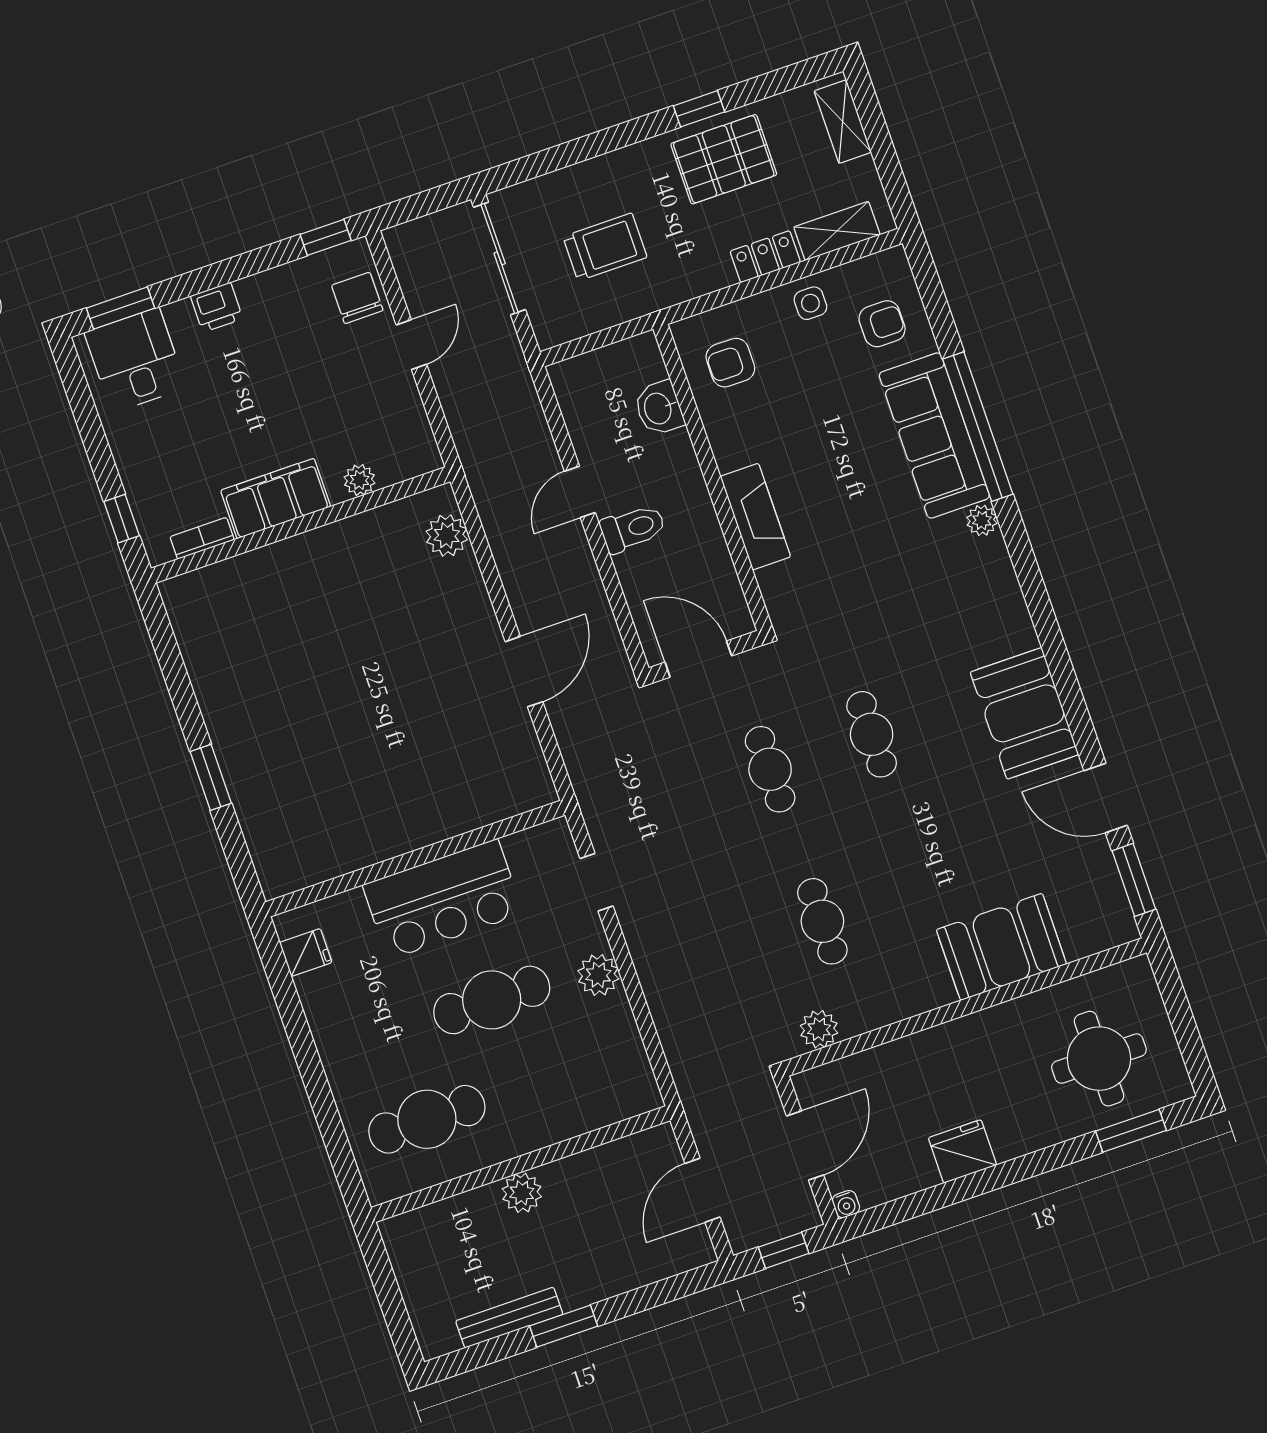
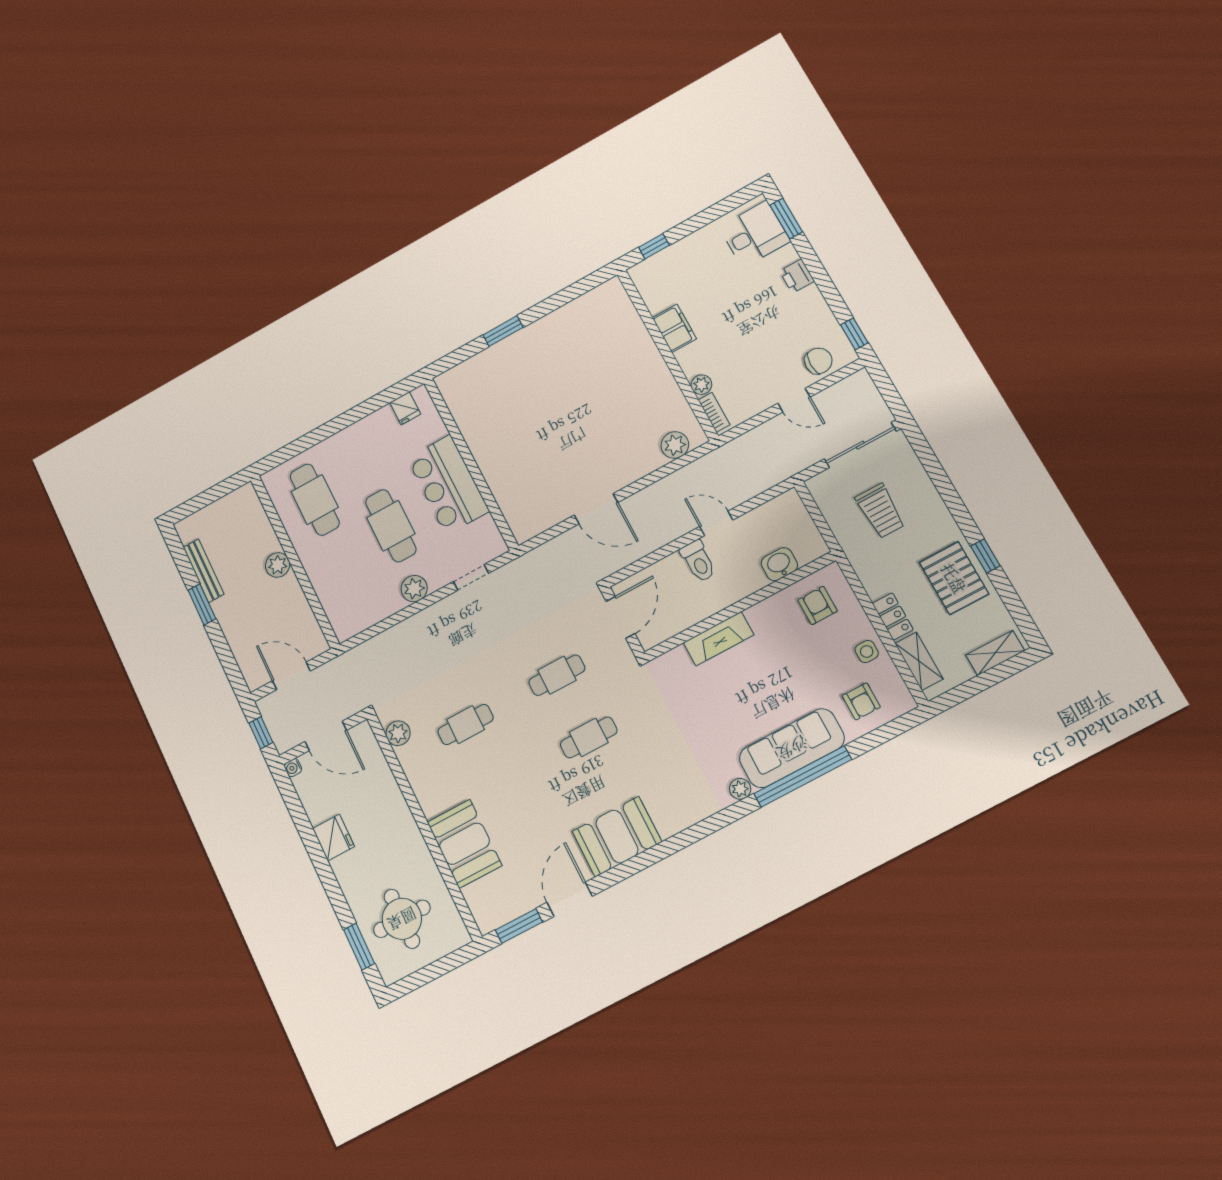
filing cabinet: (276, 498) -> (674, 328), width x0.67, depth x0.86
bookcase: (202, 538) -> (714, 412), moved

